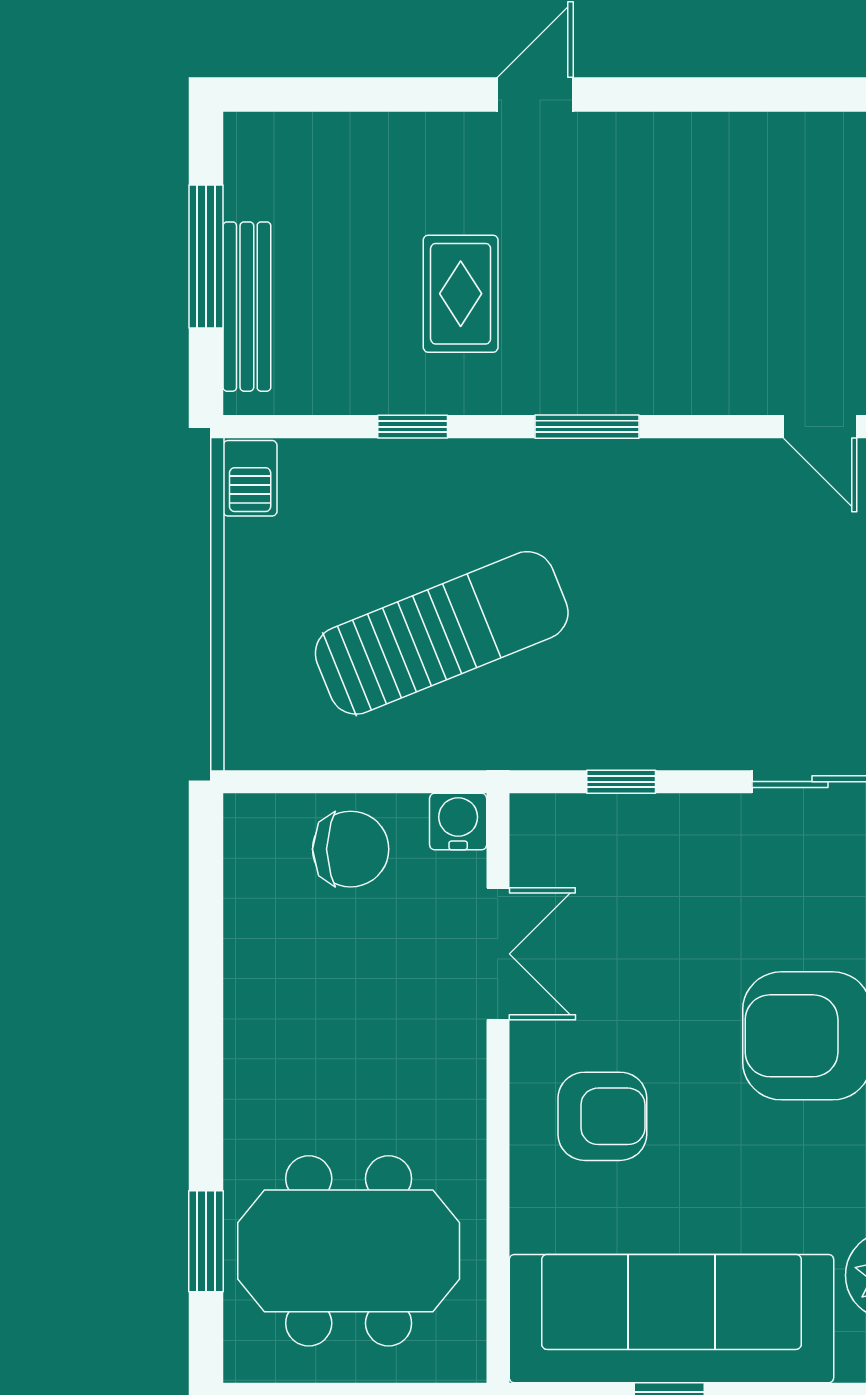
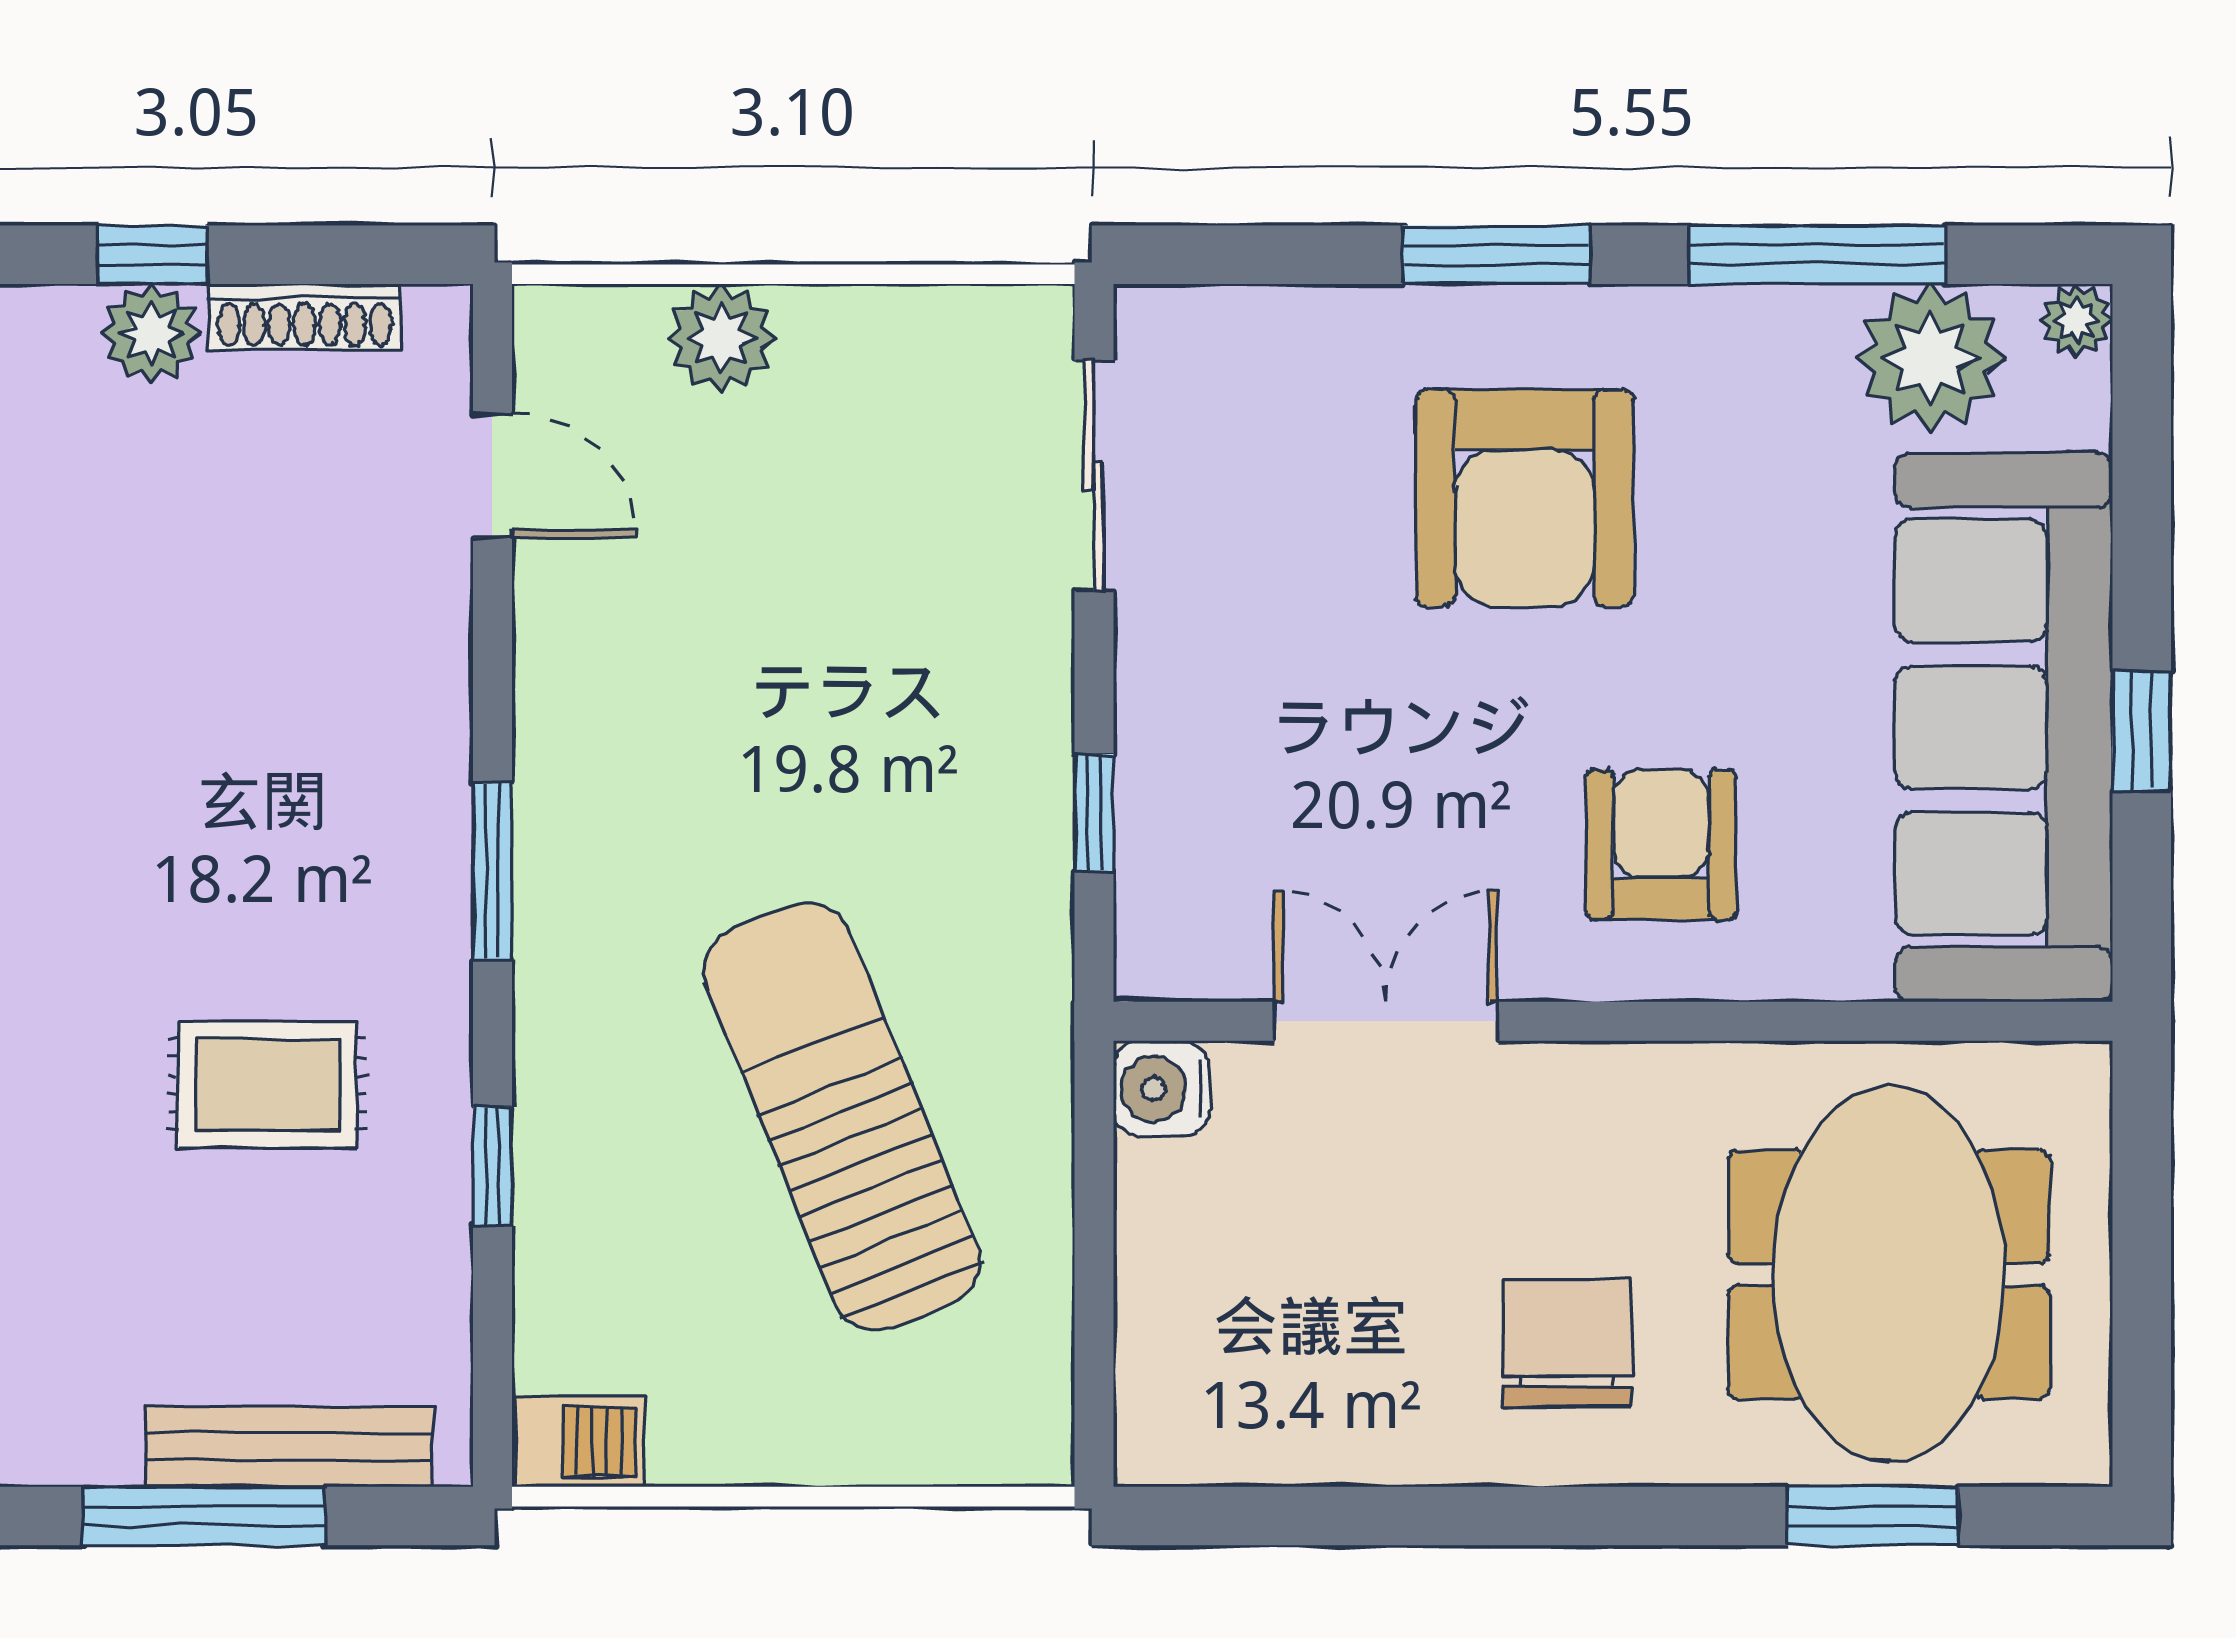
door: (820, 427) -> (492, 476), hinge flipped
chair: (351, 849) -> (1567, 1343), moved

